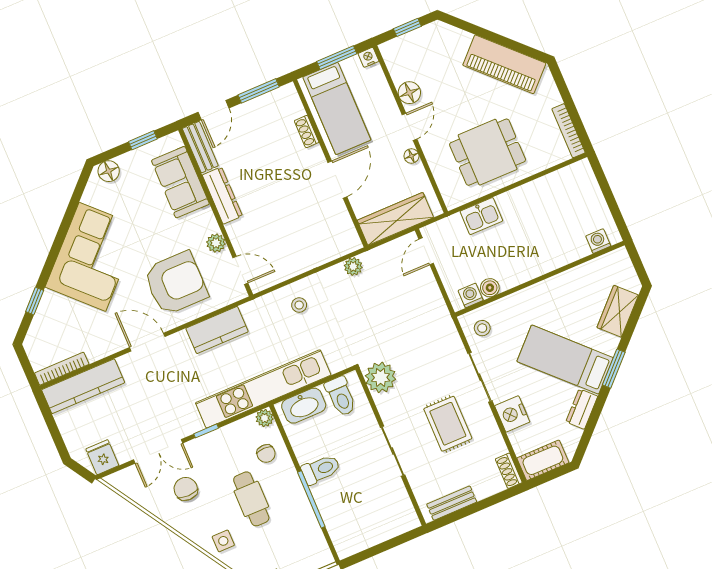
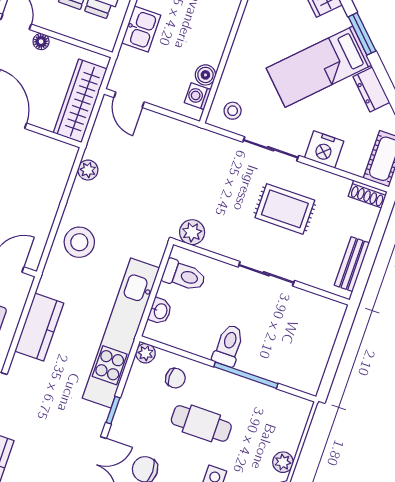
stool: (299, 305) -> (79, 242), width x1.89, depth x1.89
plant: (381, 377) -> (192, 232), width x0.73, depth x0.73
washbasin: (304, 406) -> (160, 311), width x0.52, depth x0.69

